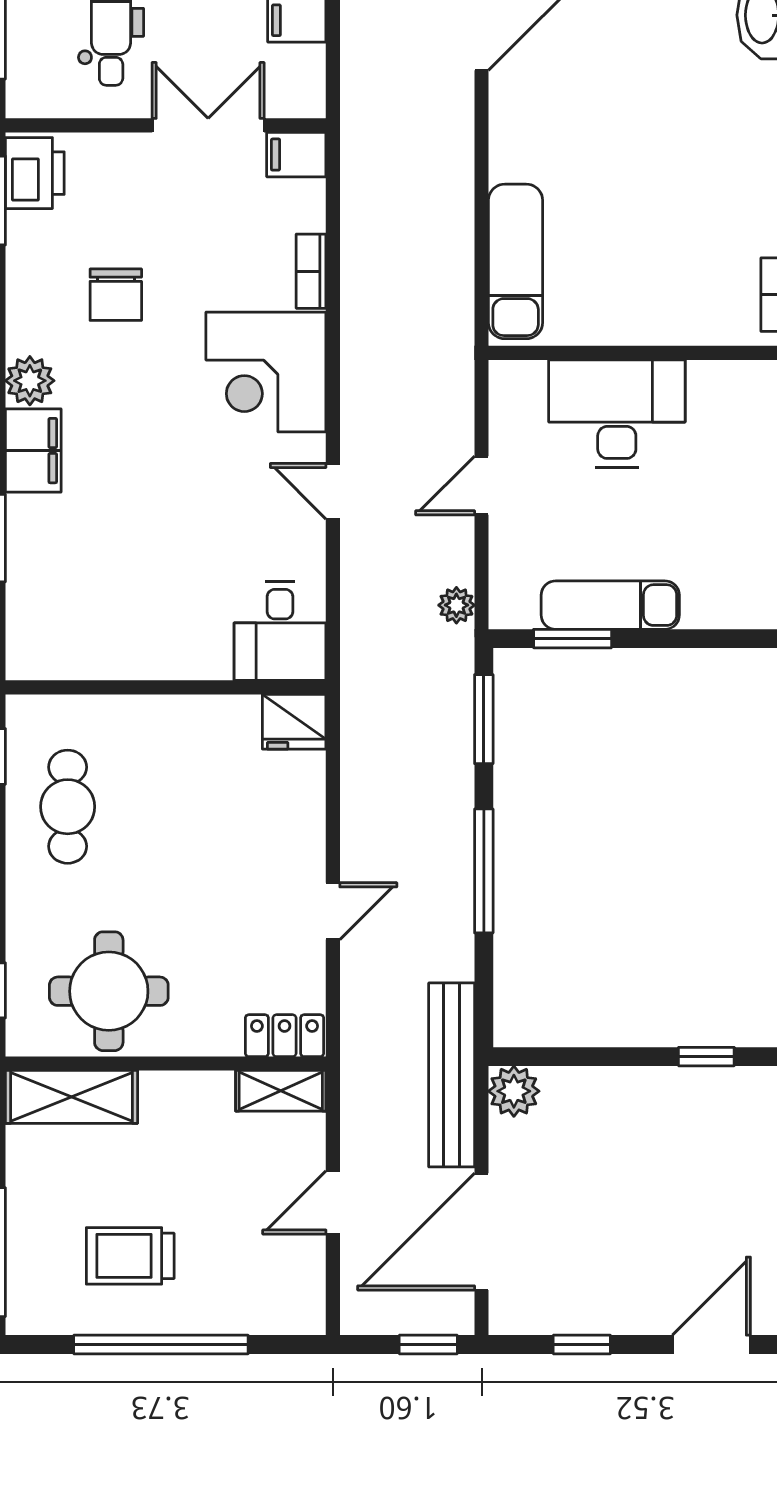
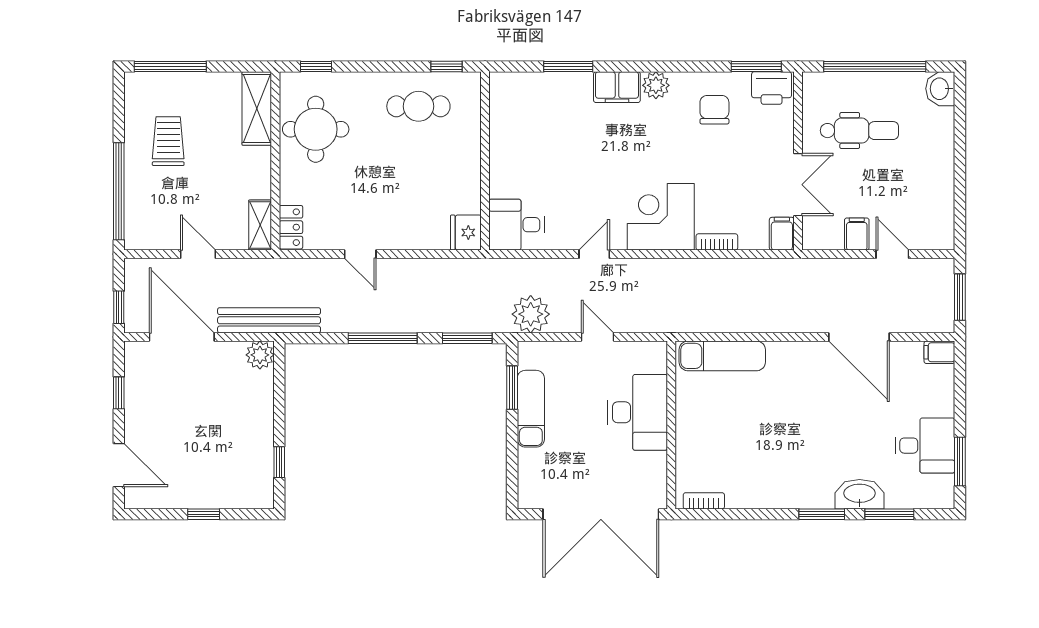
chair: (116, 295) -> (714, 110), moved, turned 90
plant: (456, 605) -> (531, 314), width x1.88, depth x1.88
window: (161, 1344) -> (119, 191), moved

